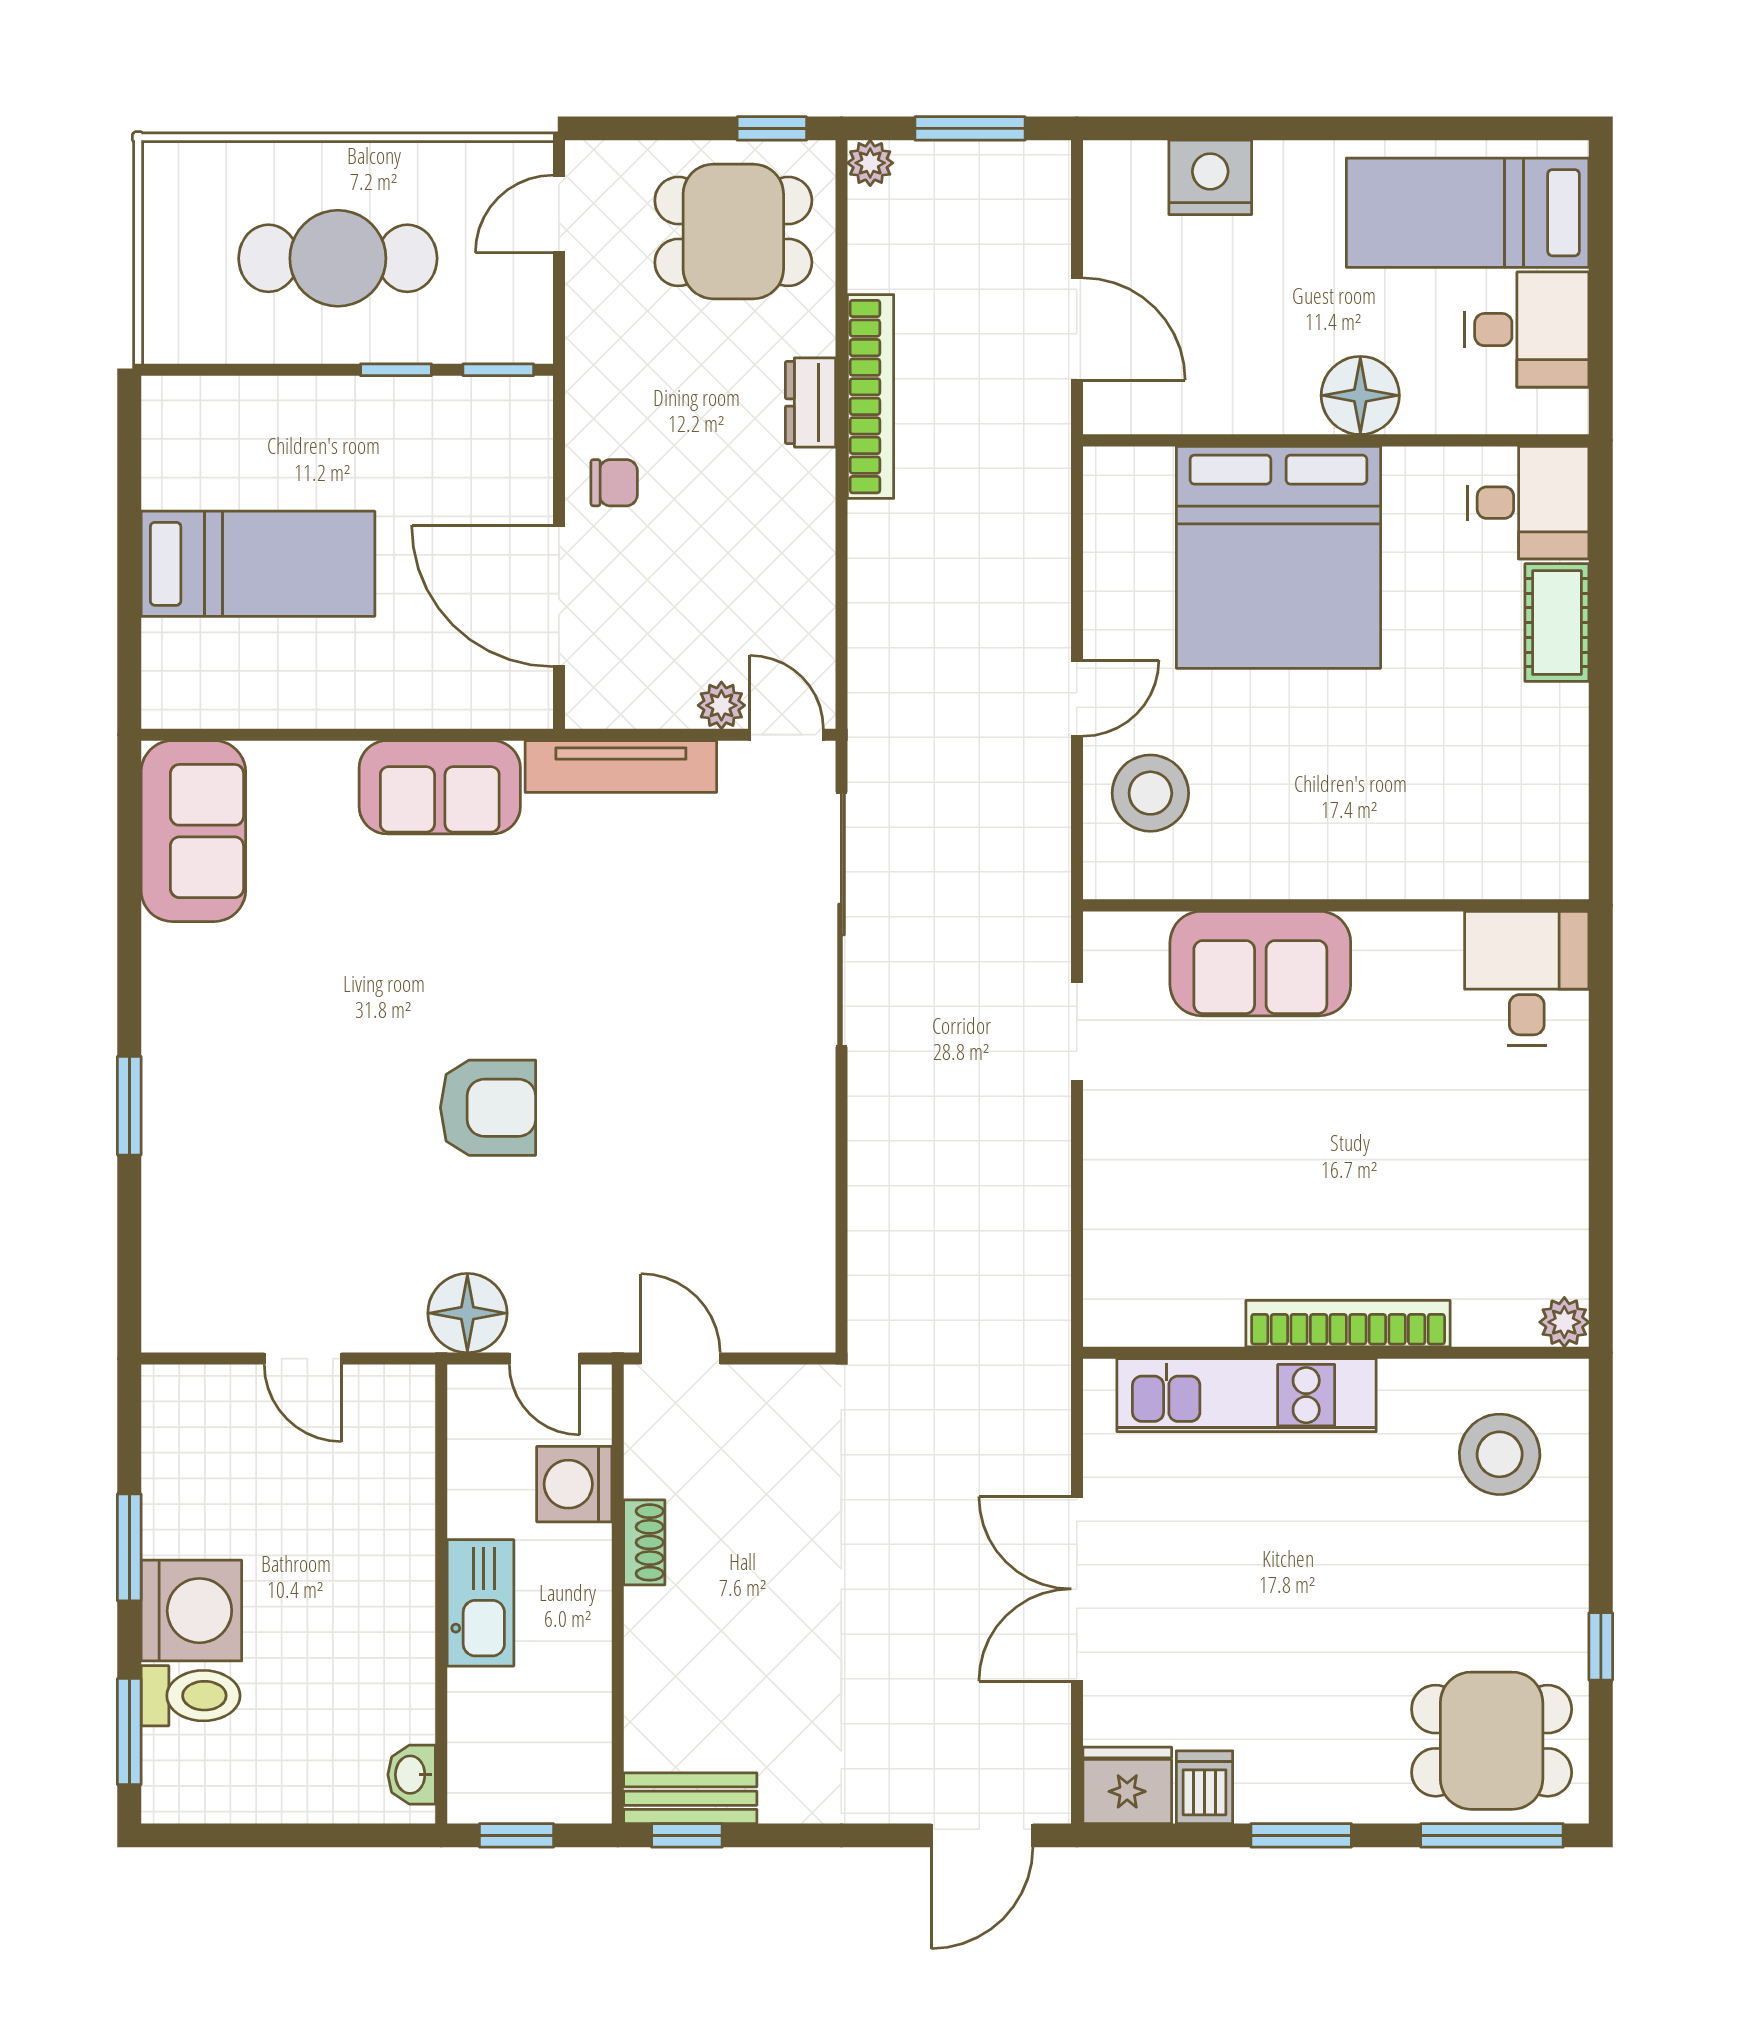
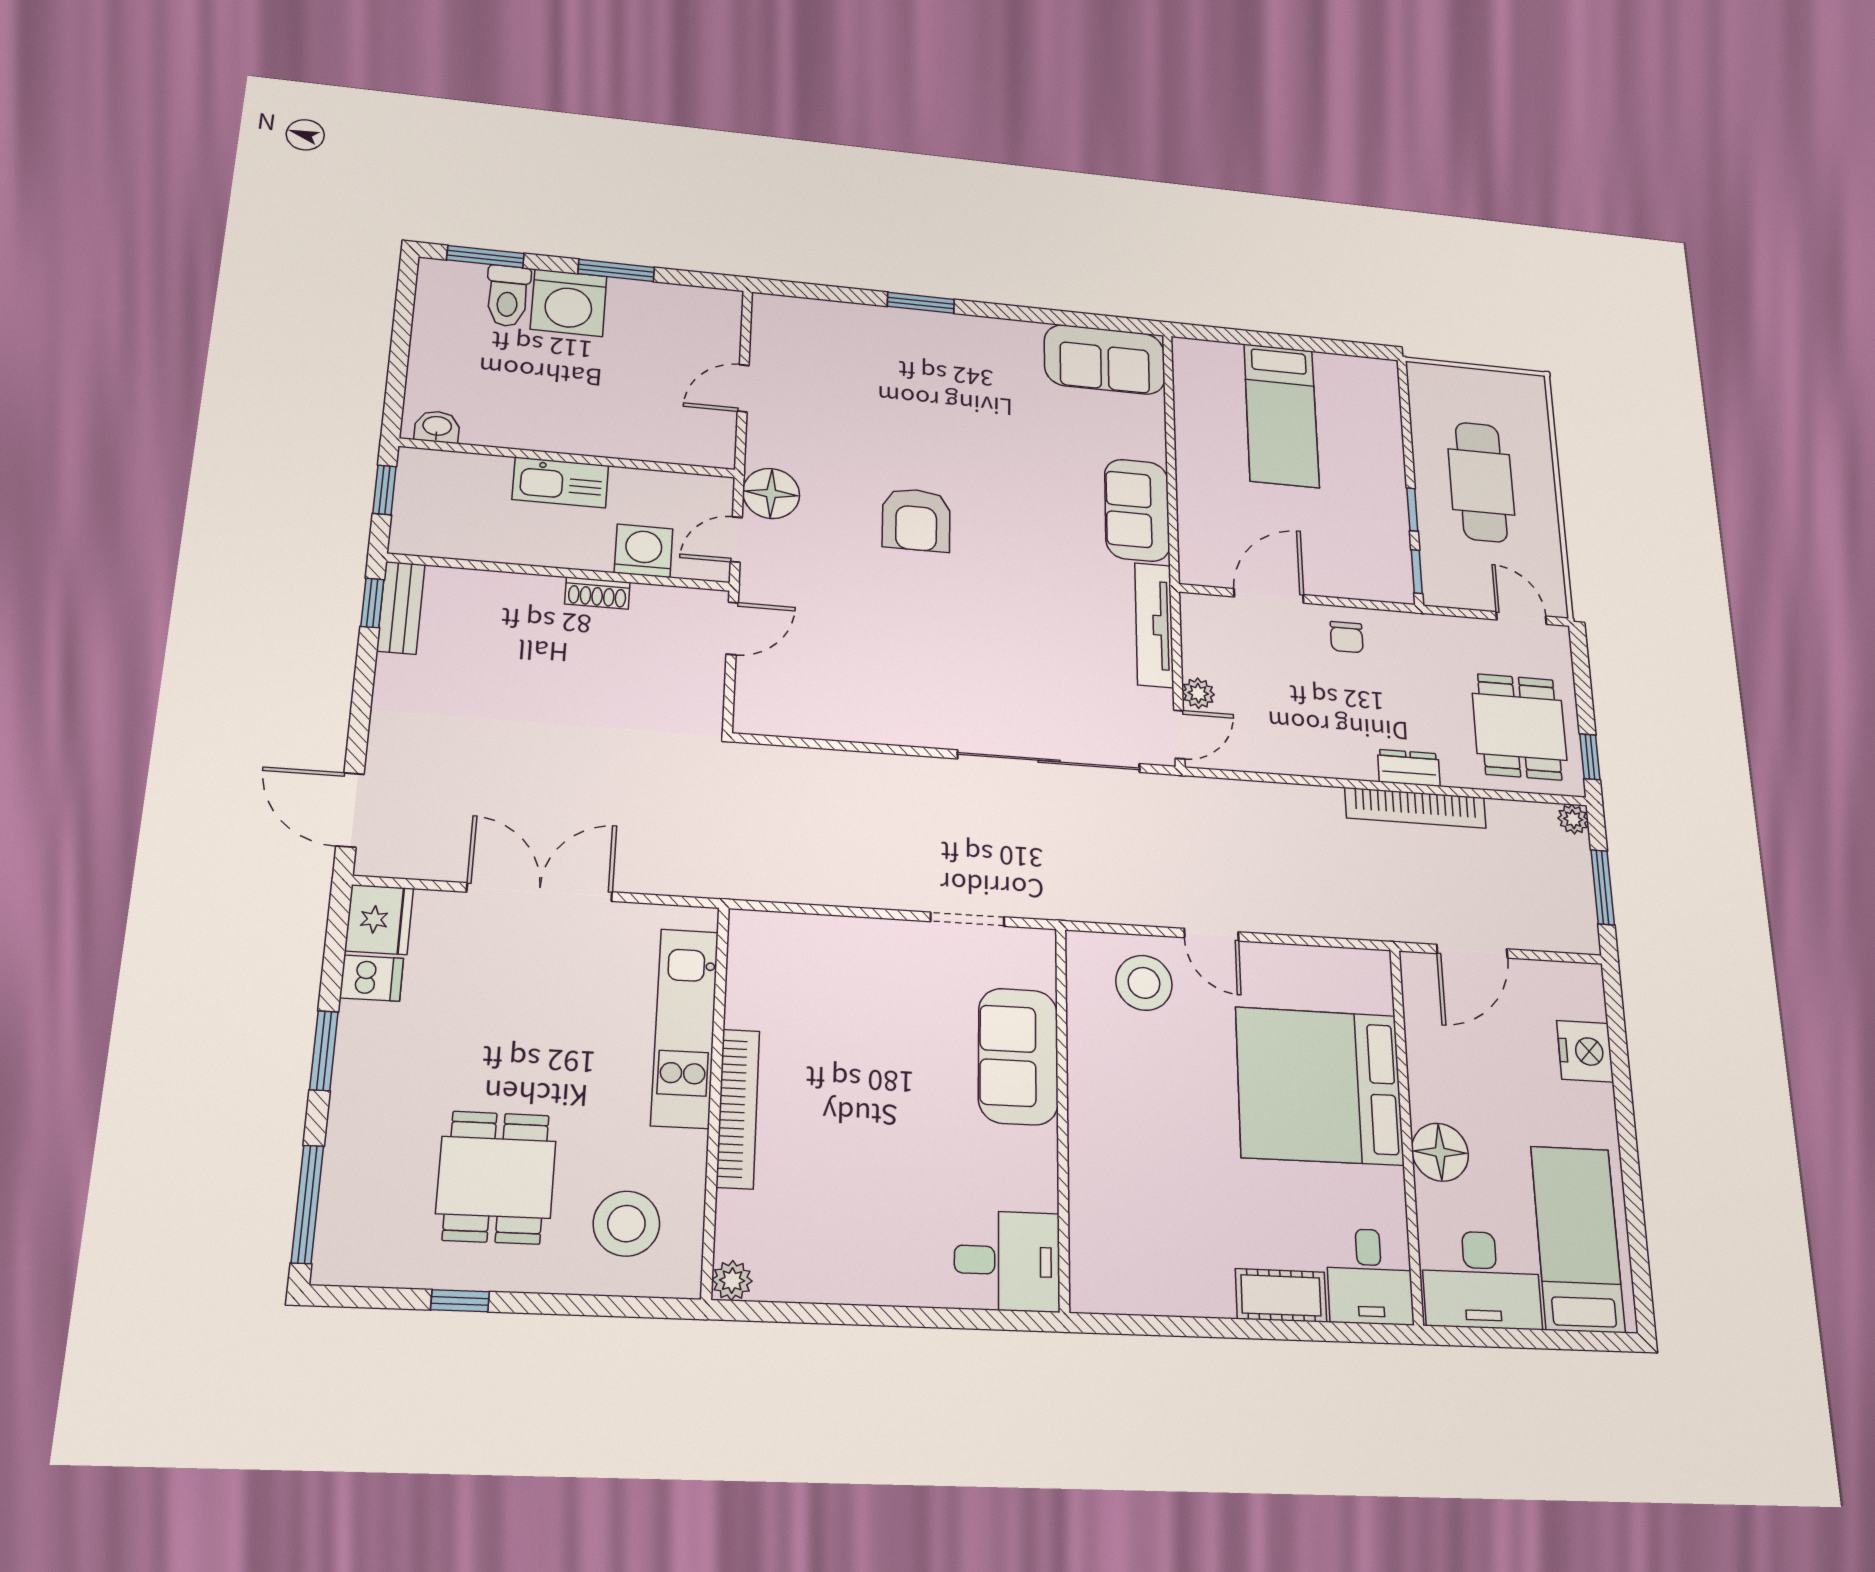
desk: (1527, 330) -> (1481, 1280), width x1.37
door: (559, 596) -> (1269, 596), width x0.73
dining table: (1492, 1741) -> (496, 1177), moved

